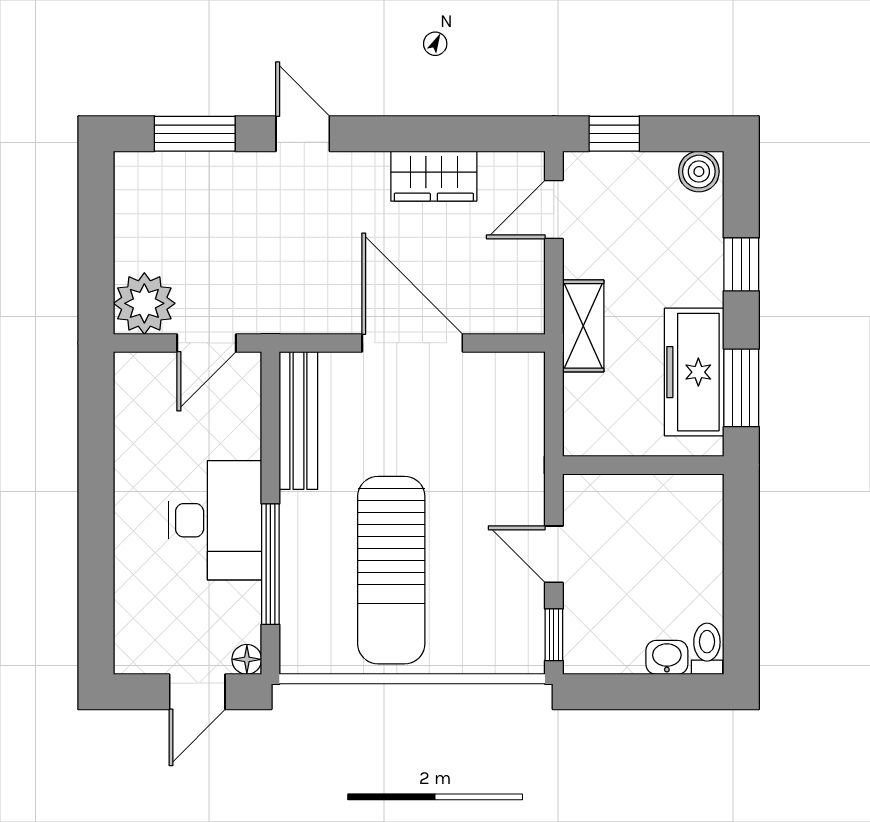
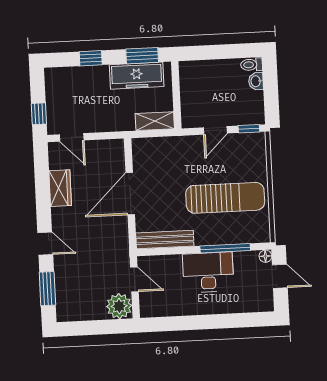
door: (303, 134) -> (45, 244), swing flipped
boiler: (699, 172) -> (53, 78), removed
shelving: (583, 326) -> (155, 121), moved

